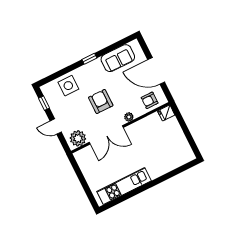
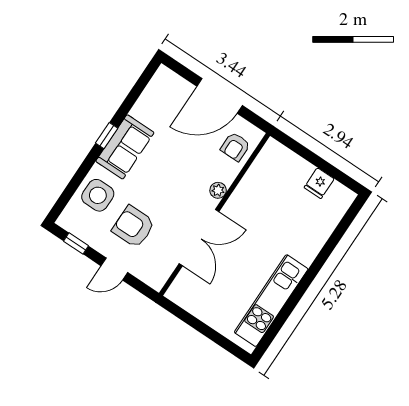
sofa: (118, 58) -> (125, 147), moved
armchair: (101, 101) -> (133, 227), moved
fridge: (166, 113) -> (319, 183), moved
plant: (78, 138) -> (159, 268), removed

